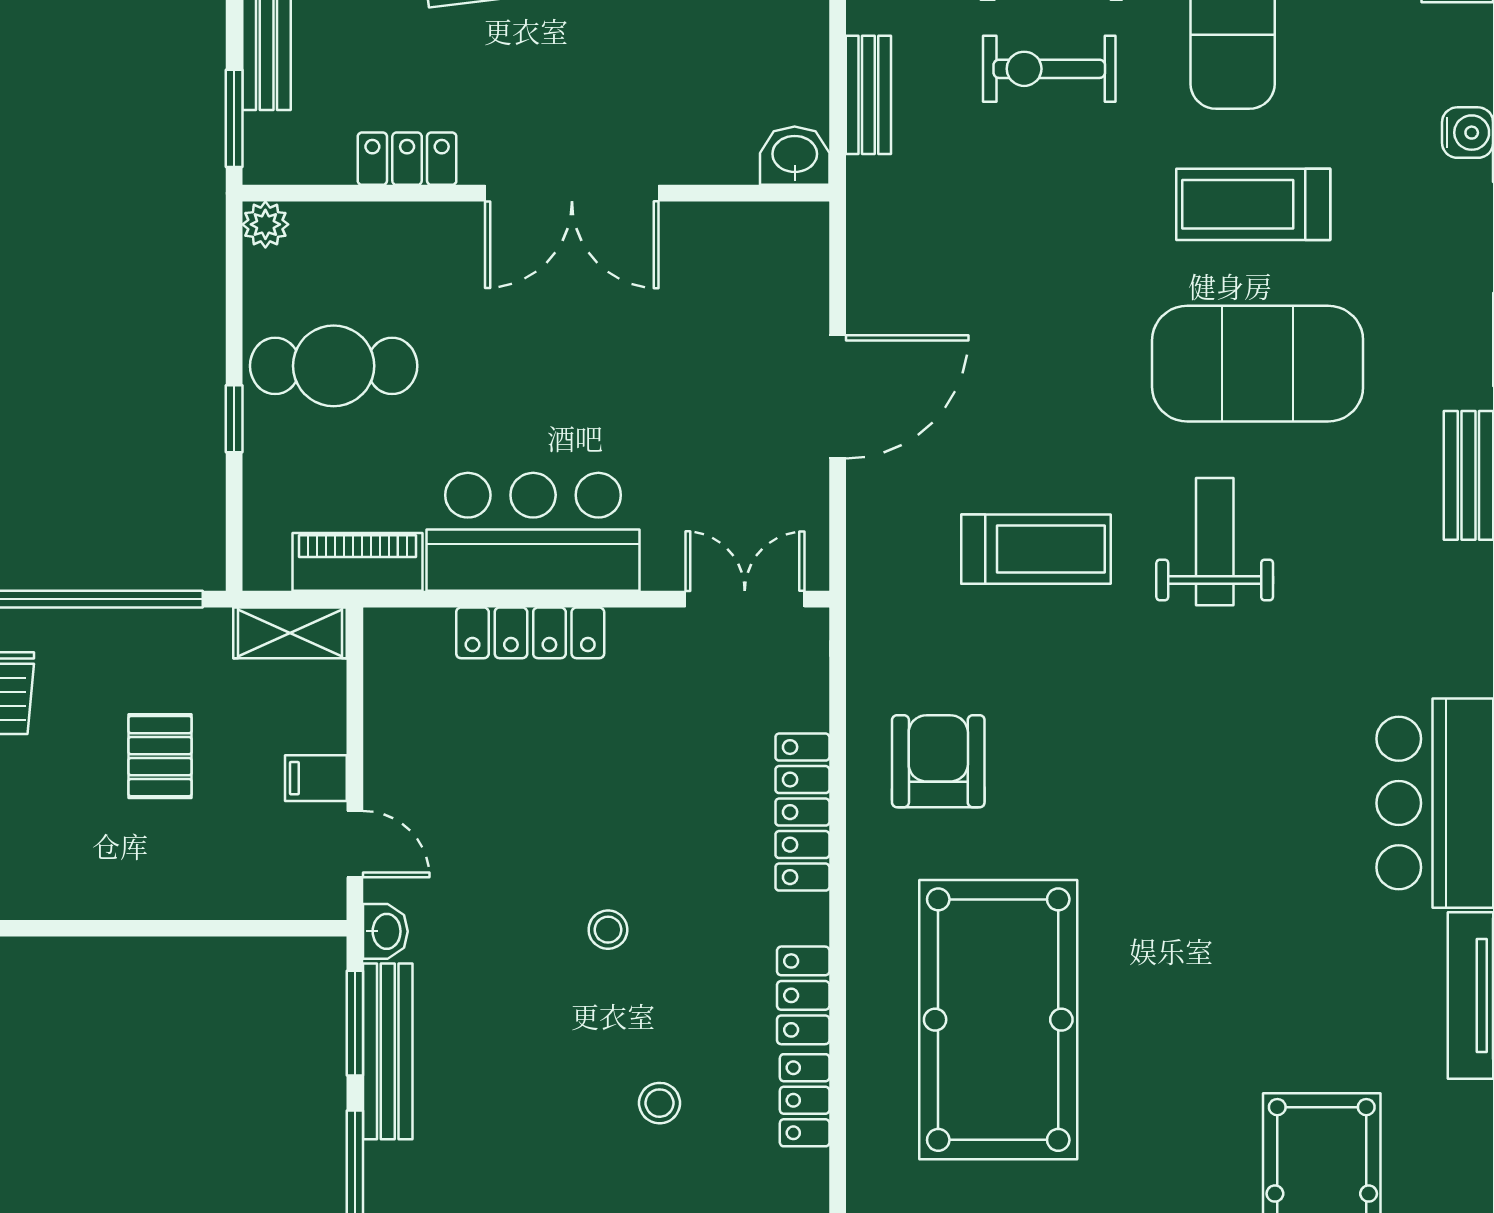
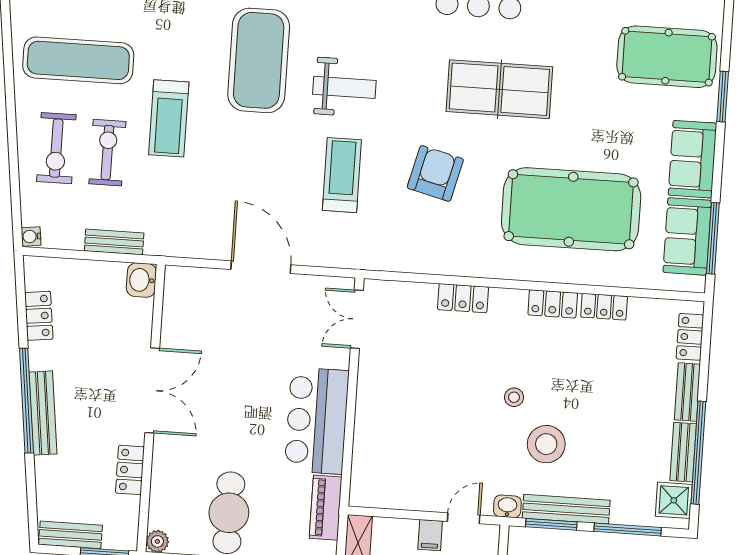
exercise bike: (1049, 69) -> (107, 153), turned 180
treadmill: (1253, 204) -> (169, 118), moved
weight bench: (1215, 542) -> (344, 87), turned 180
locker: (530, 633) -> (366, 425), removed
armchair: (938, 761) -> (435, 173), moved, turned 104
locker: (802, 812) -> (463, 298), width x0.66
table tennis table: (1232, 857) -> (499, 89), added
stool: (660, 1103) -> (546, 444), moved, width x1.89, depth x1.89

